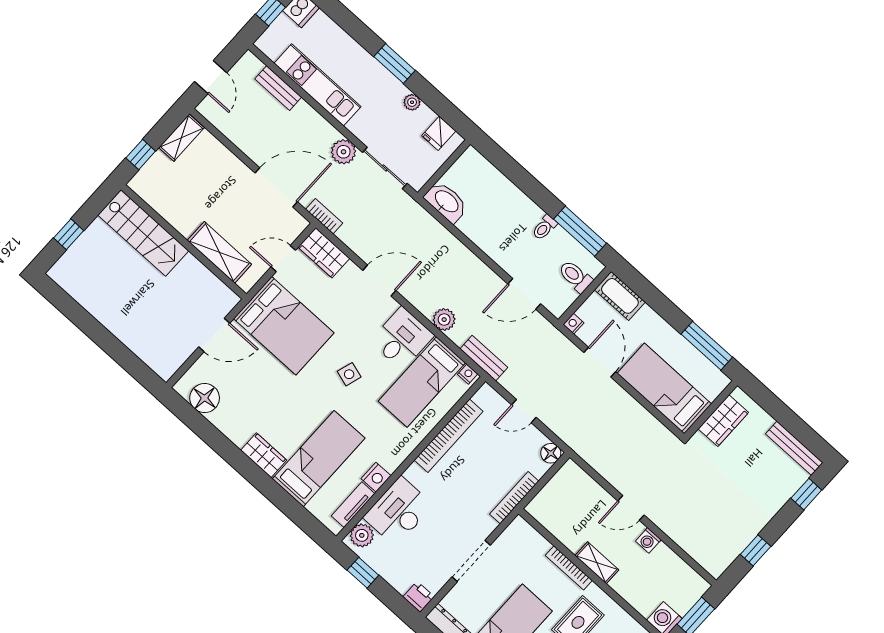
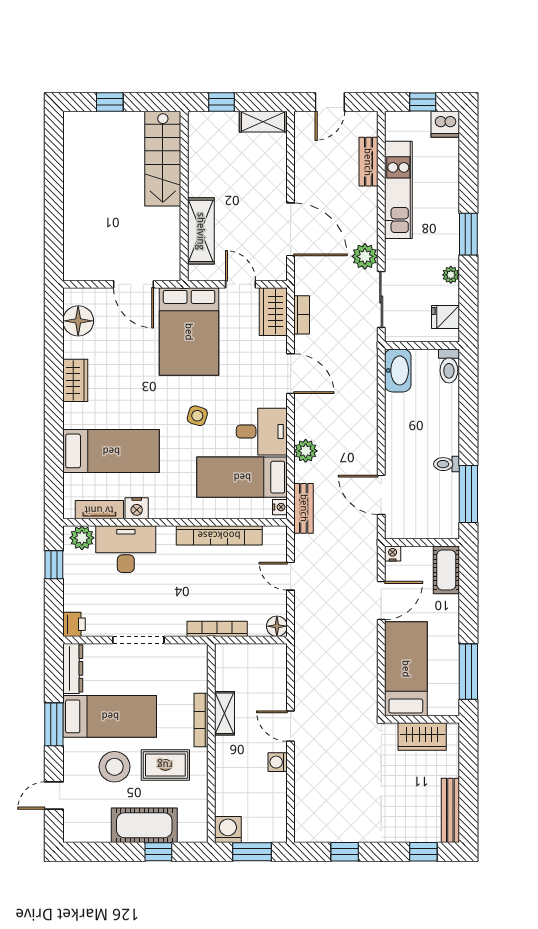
bookcase: (324, 216) -> (302, 315), moved
toilet: (575, 276) -> (449, 366), moved, turned 180
wardrobe: (264, 455) -> (75, 380), moved
shelving: (597, 563) -> (225, 713), moved

